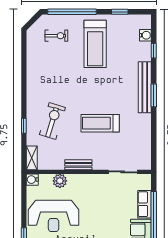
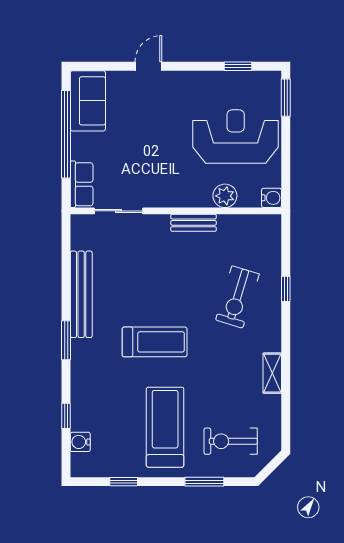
window: (72, 12) -> (204, 482), width x0.47
exercise bike: (56, 36) -> (231, 441), width x1.38, depth x1.39
bench: (145, 87) -> (81, 294), moved
treadmill: (100, 123) -> (155, 342), moved
shelving: (32, 158) -> (272, 373), moved
row of seats: (145, 204) -> (82, 184), moved

